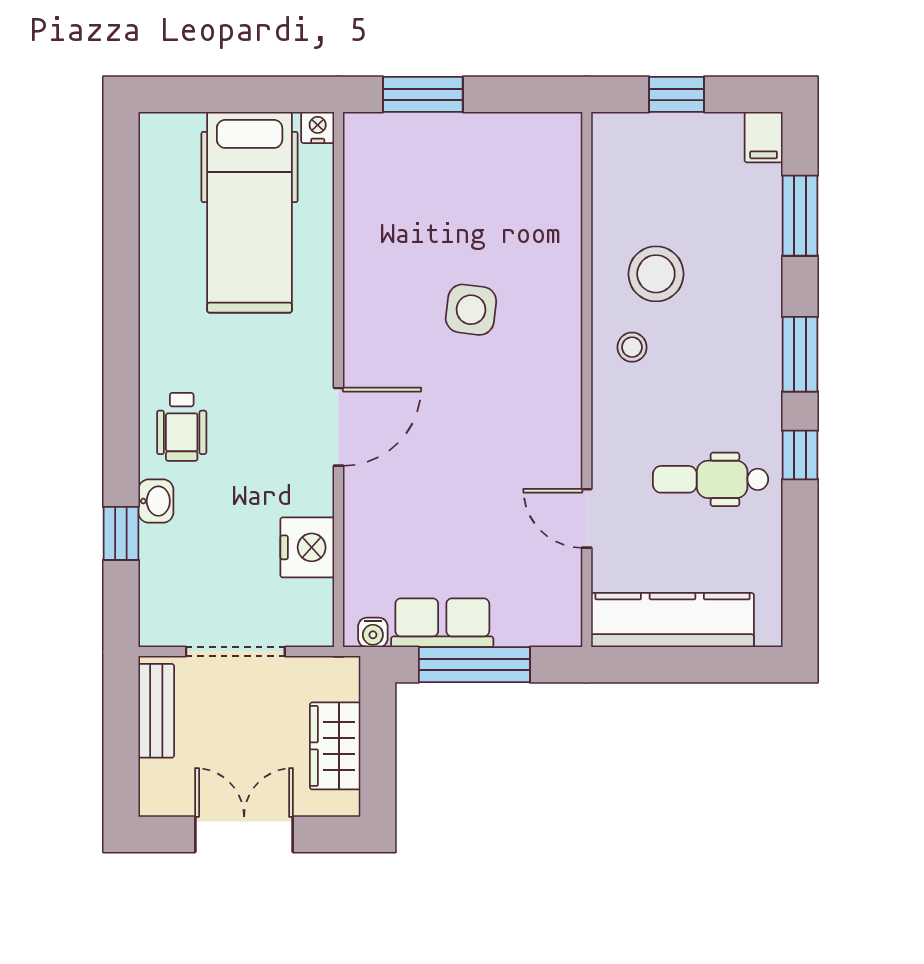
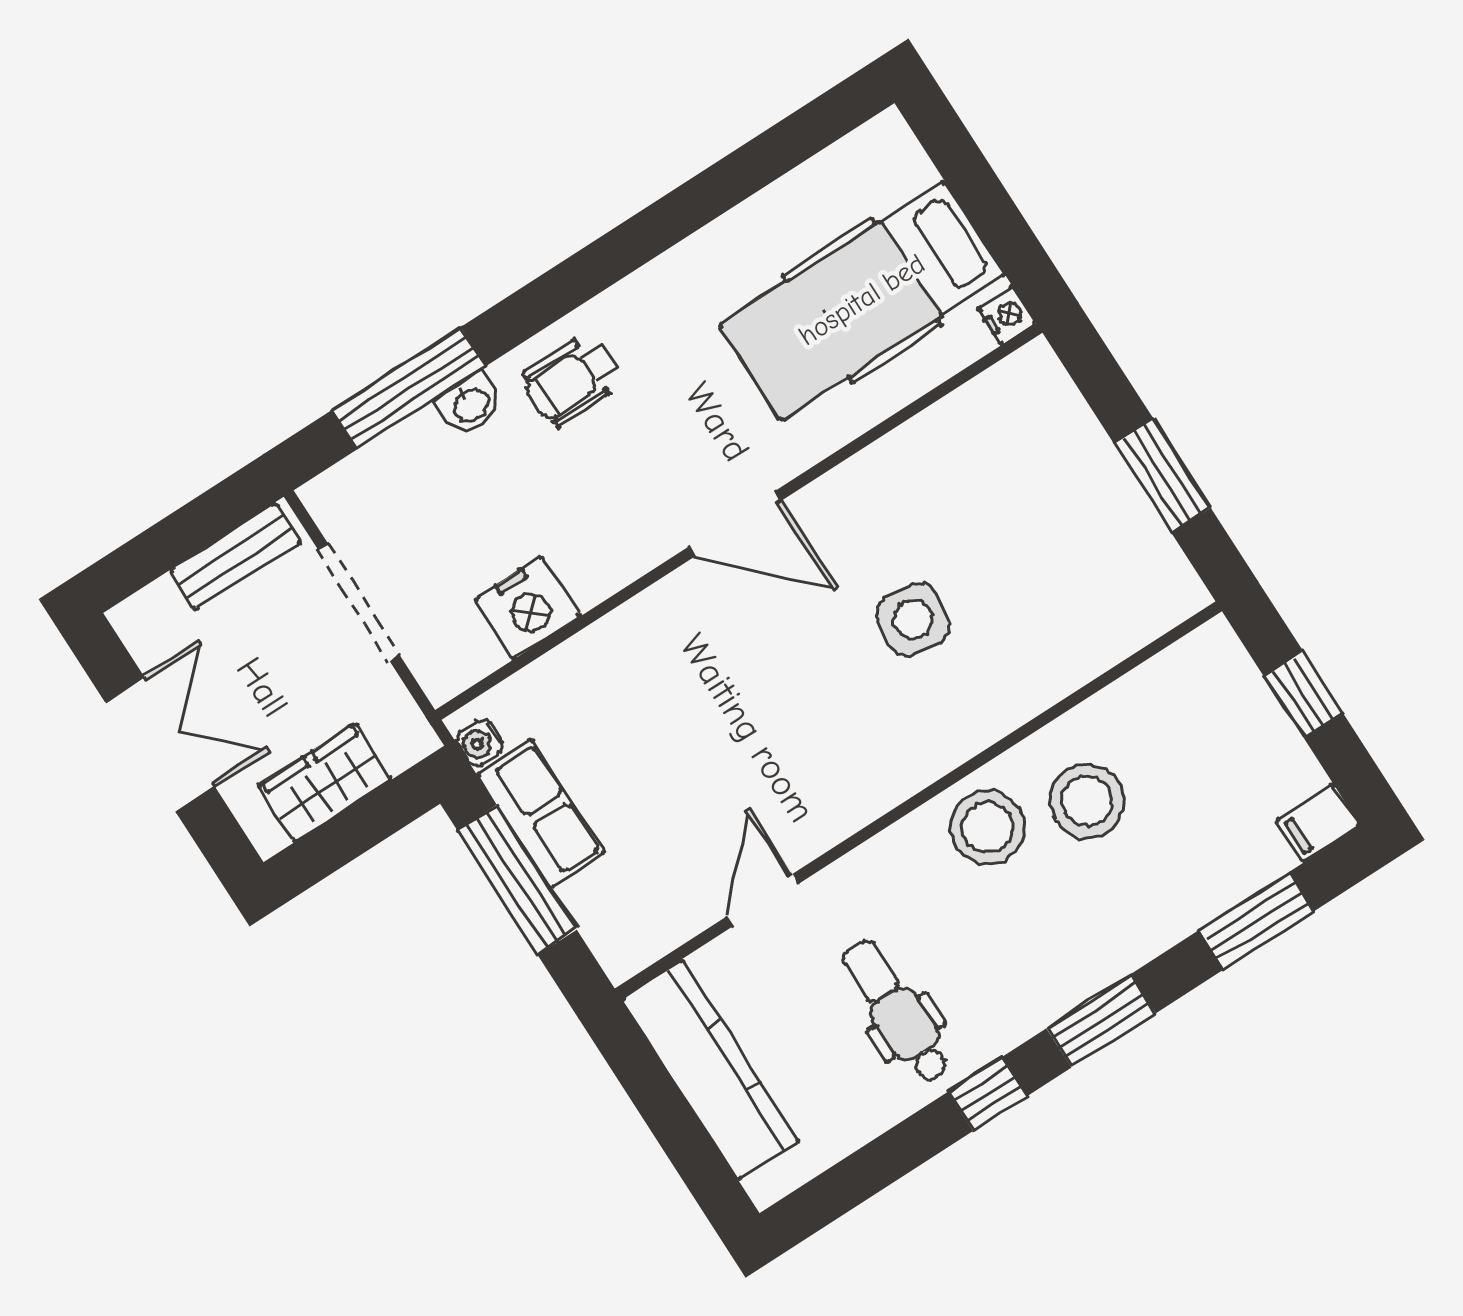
window: (423, 94) -> (1162, 476), moved
stool: (632, 347) -> (987, 827), width x1.89, depth x1.89
door: (339, 427) -> (735, 524), moved
window: (121, 533) -> (409, 388), width x2.17

